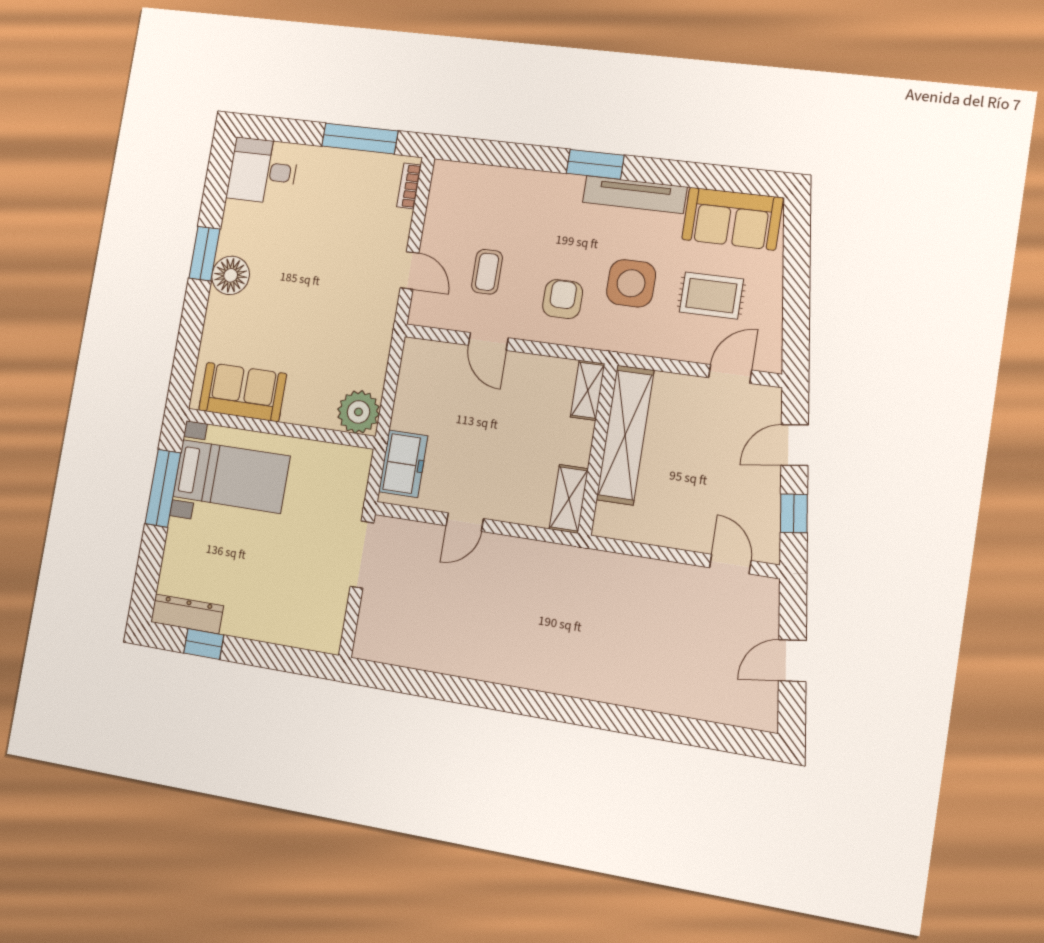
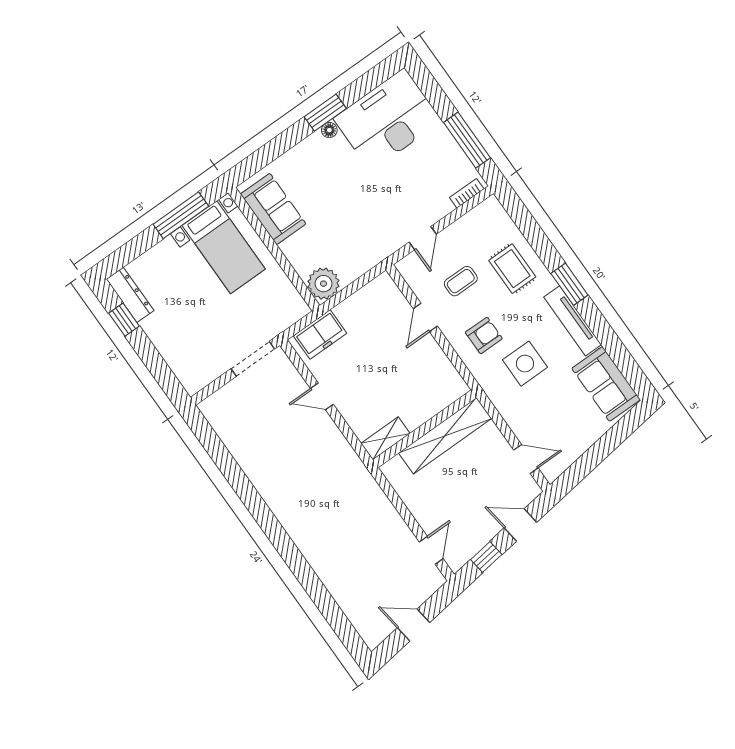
desk: (263, 171) -> (388, 120), width x1.87, depth x1.30
floor lamp: (231, 275) -> (329, 130), width x0.53, depth x0.53
rug: (711, 296) -> (512, 269), moved
shelving: (588, 390) -> (449, 394), removed

